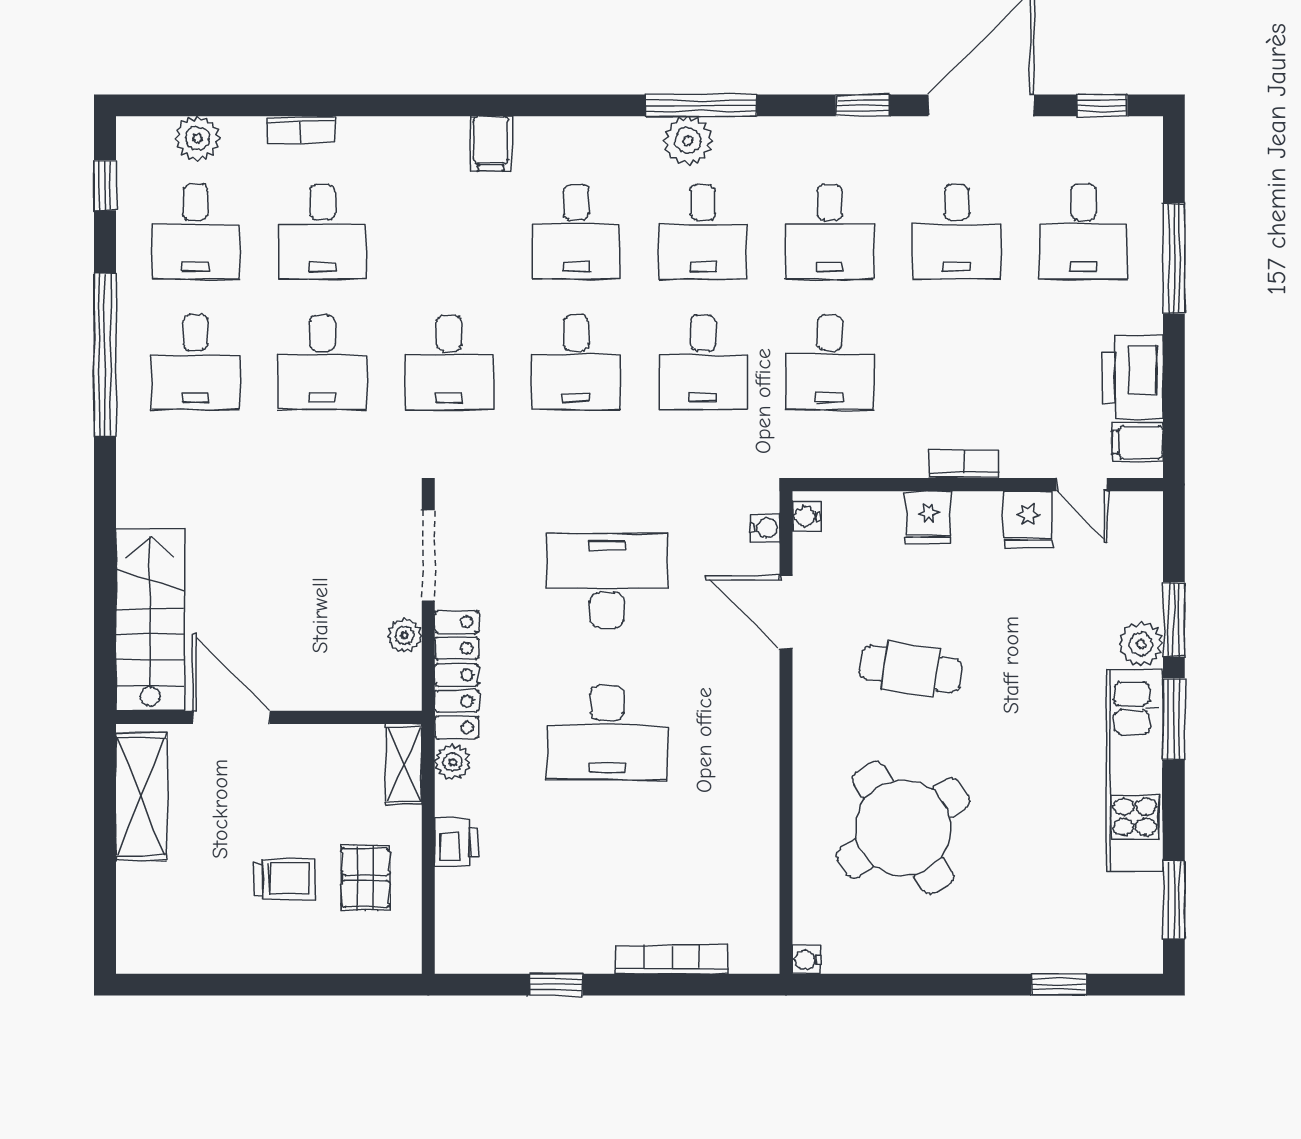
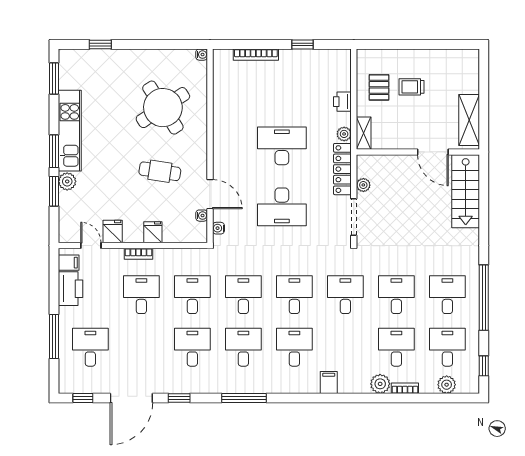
plant: (688, 141) -> (380, 384), moved
desk: (957, 232) -> (141, 295), moved
water cooler: (807, 516) -> (202, 216), moved

